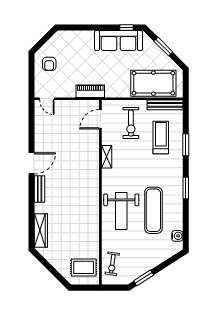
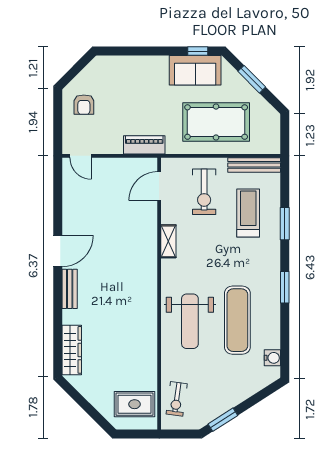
sofa: (118, 41) -> (195, 70), width x0.73
pool table: (153, 83) -> (216, 122), moved

